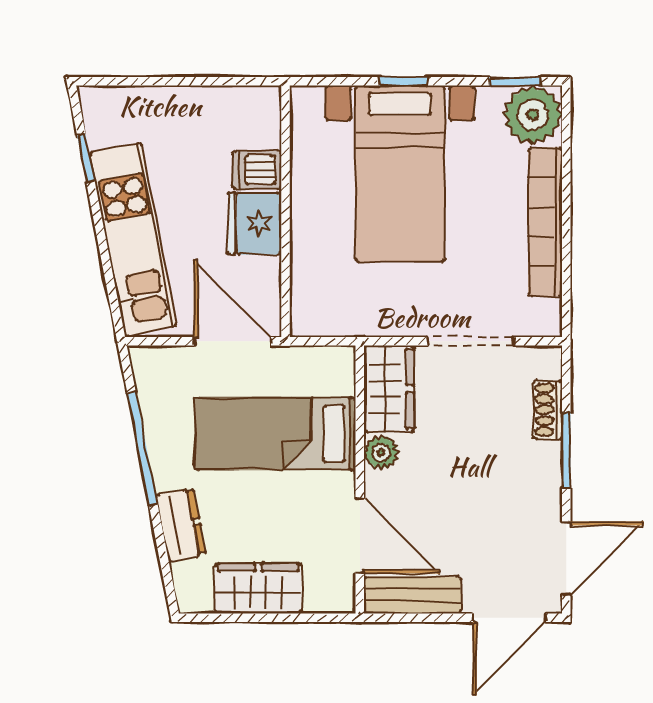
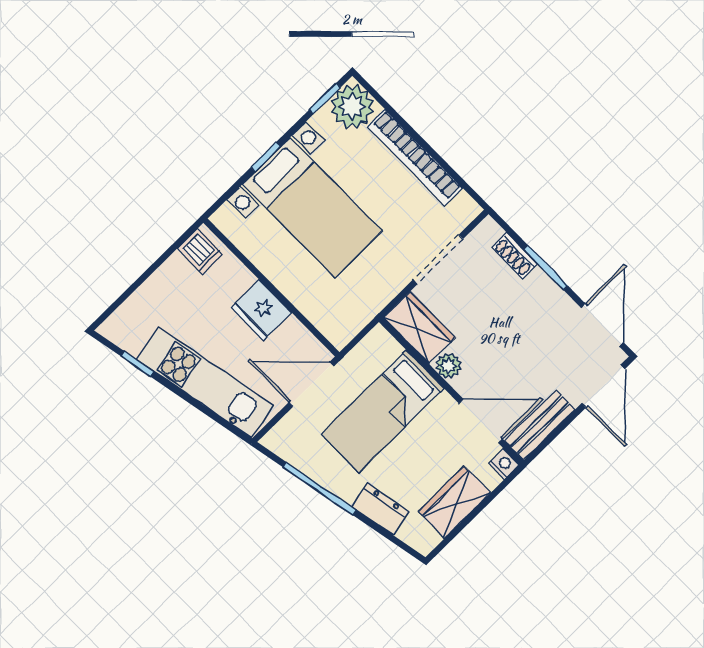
dishwasher: (257, 170) -> (200, 251), moved, turned -90
nightstand: (341, 598) -> (504, 464), added

